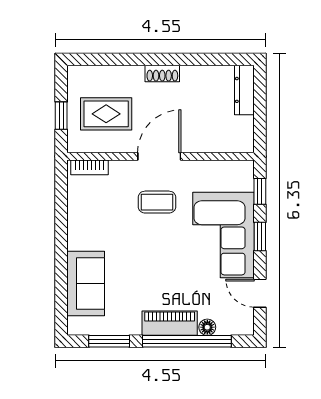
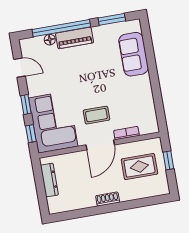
dresser: (244, 90) -> (49, 180), moved
bookcase: (90, 167) -> (126, 133), moved
corner sofa: (223, 235) -> (53, 122), moved

